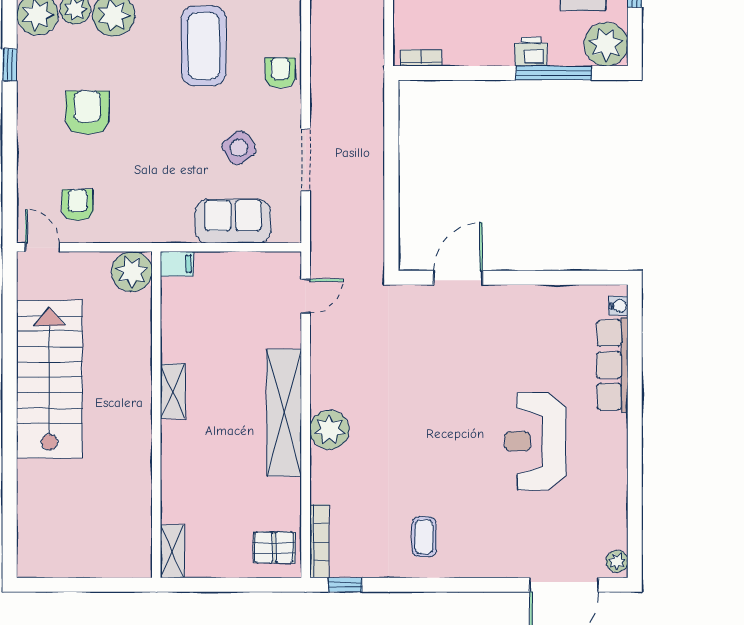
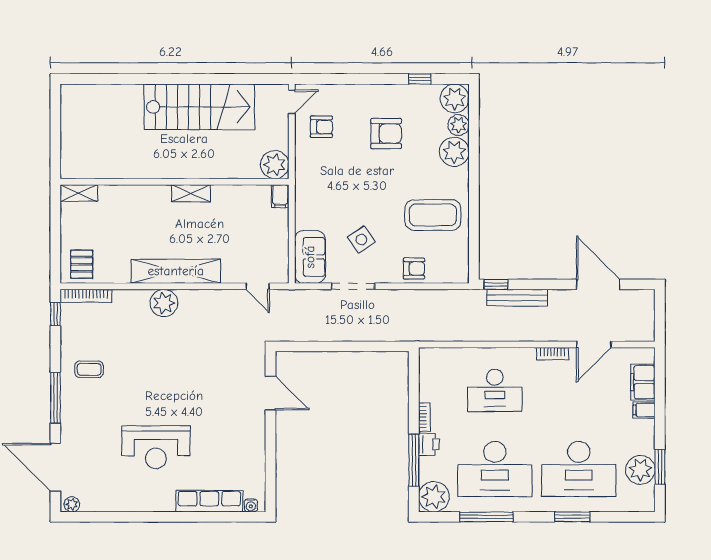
bookcase: (421, 58) -> (424, 417), moved
sofa: (233, 221) -> (310, 257), moved
reception desk: (535, 441) -> (156, 447), turned 180
window: (464, 585) -> (55, 398), added

